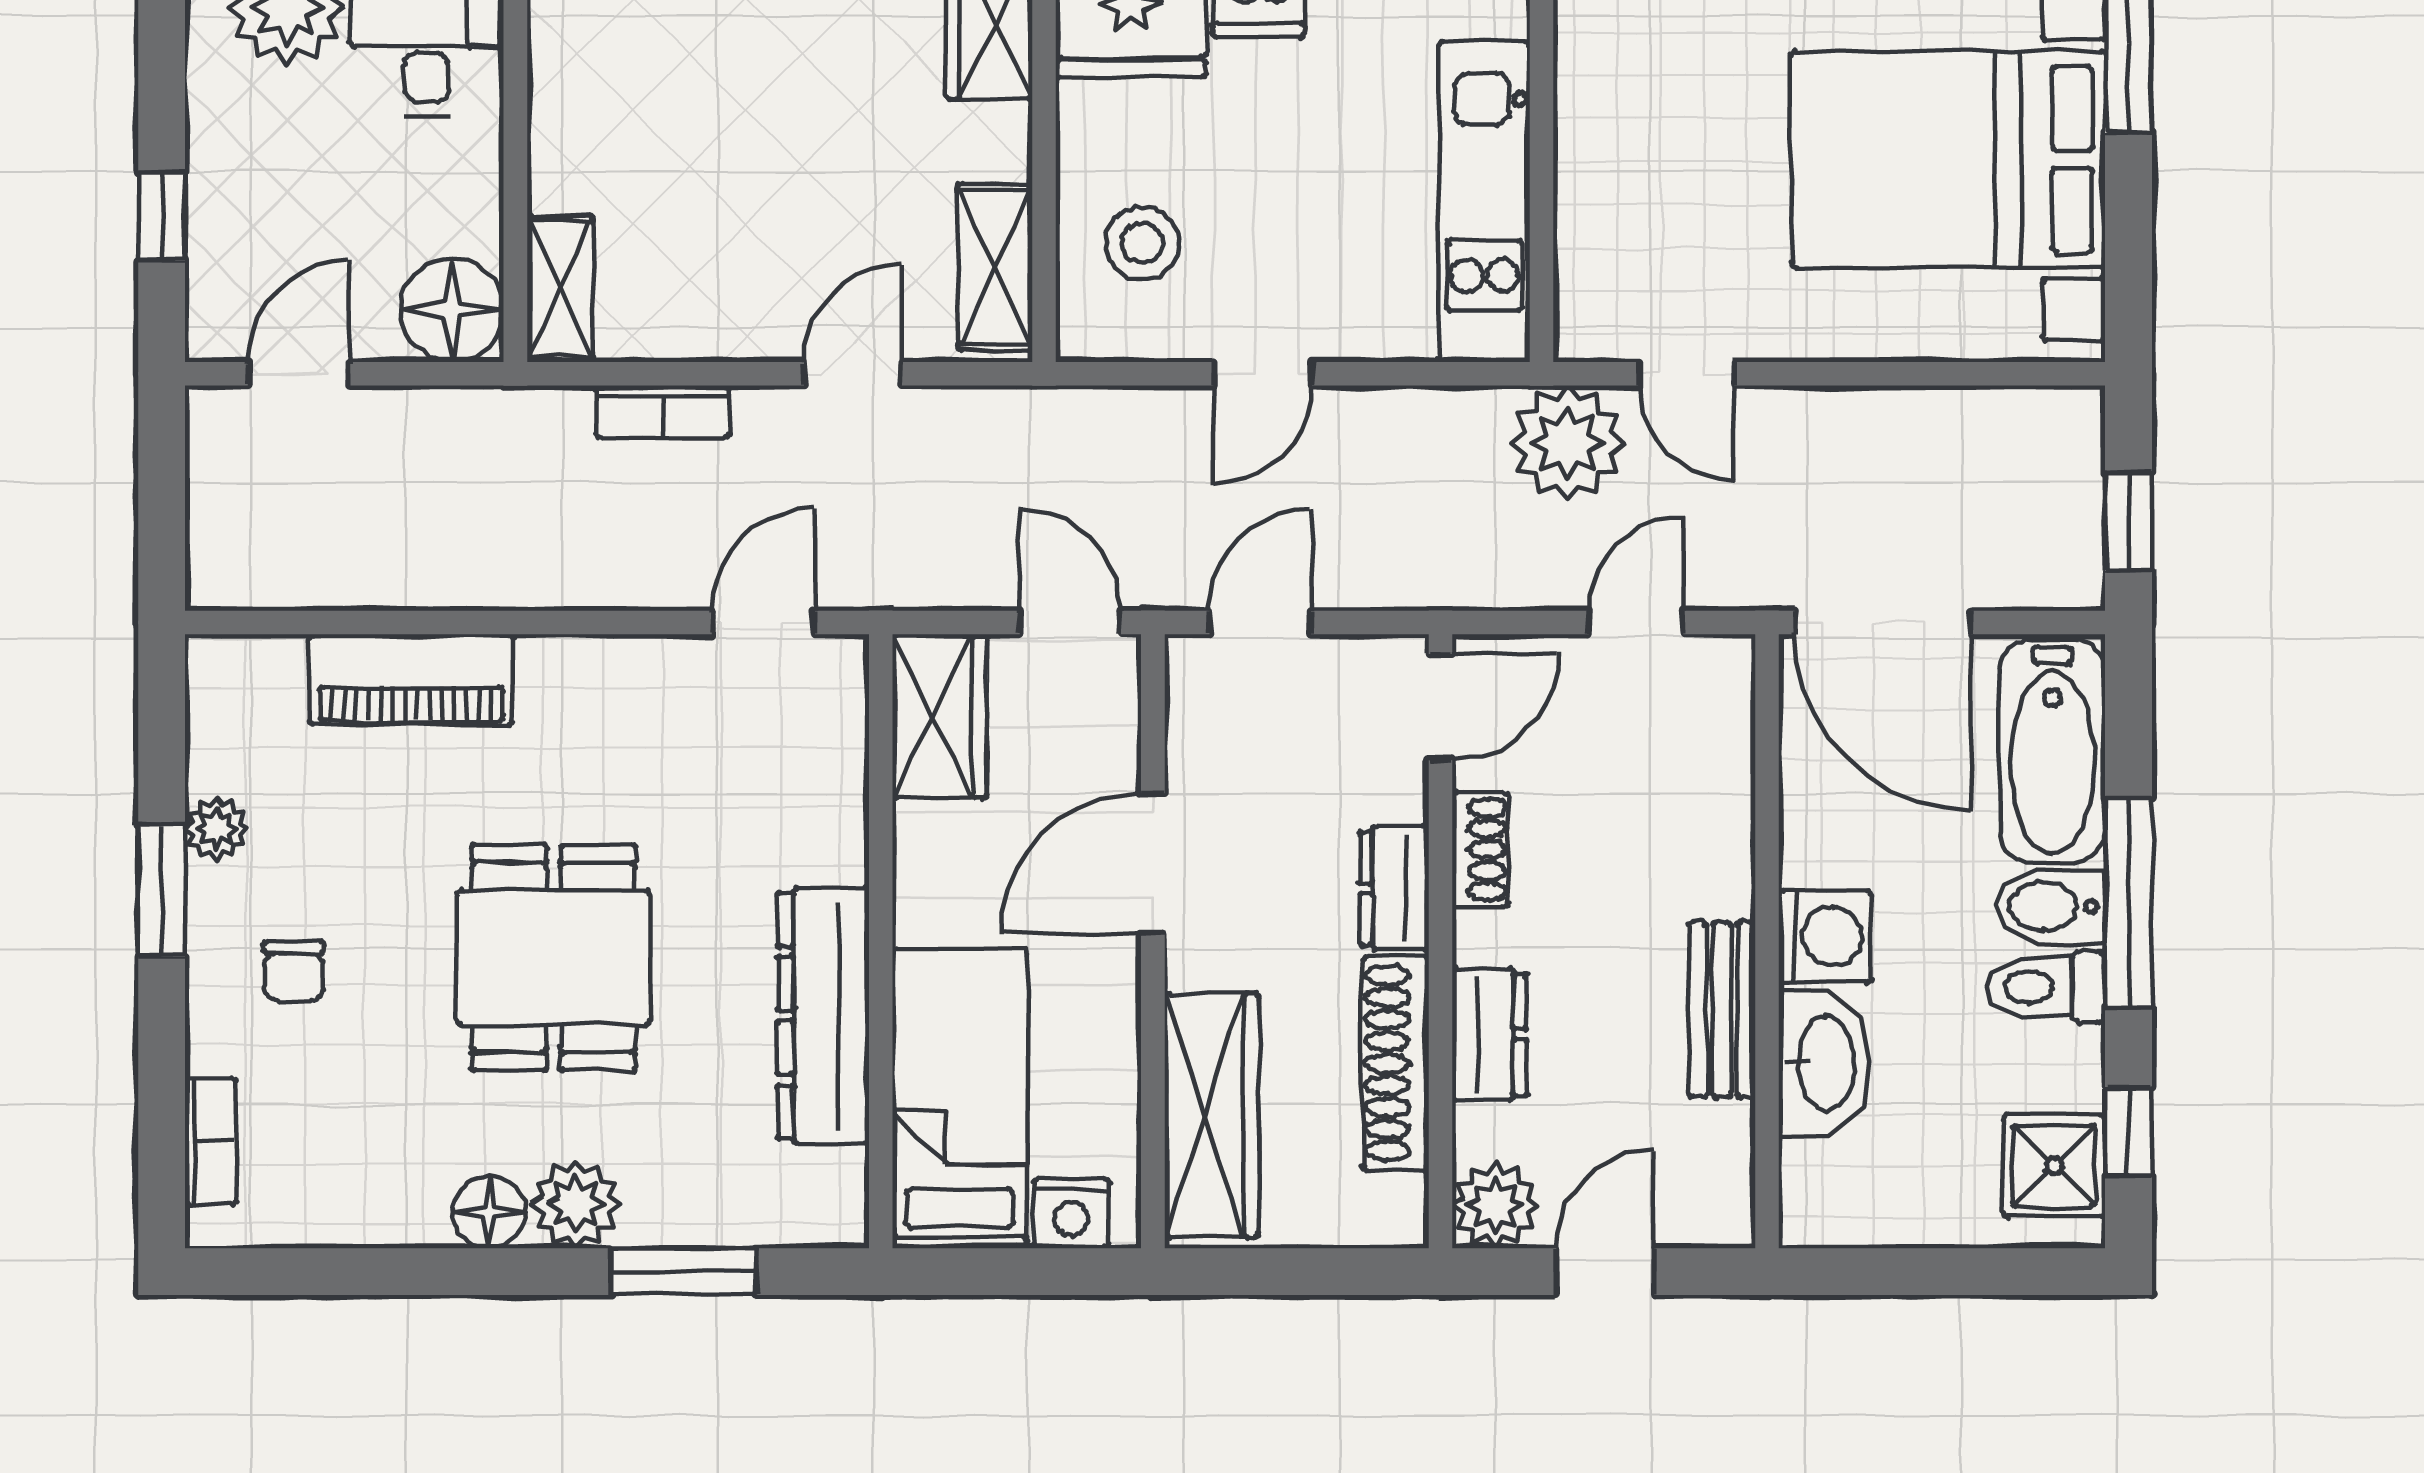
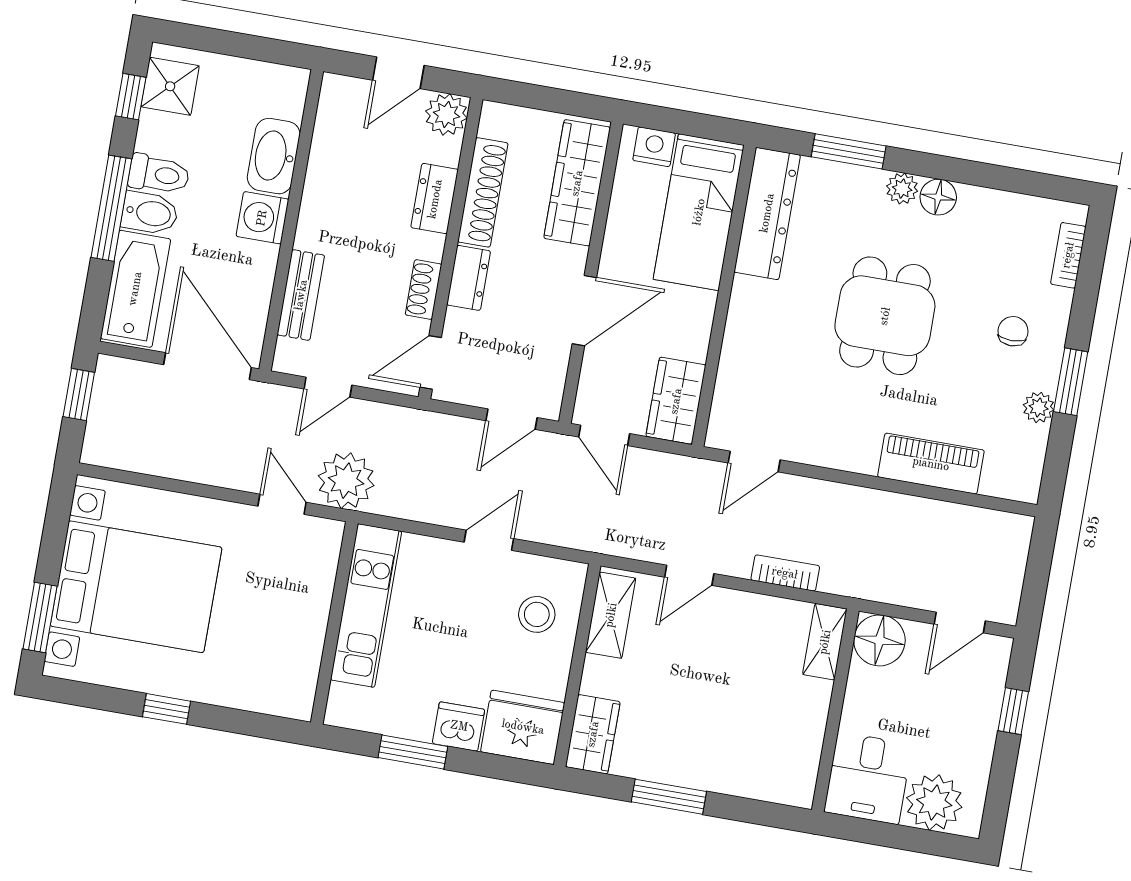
bench: (1722, 1010) -> (301, 295), moved
dresser: (823, 1016) -> (767, 213), moved
plant: (576, 1204) -> (902, 189), width x0.73, depth x0.73

